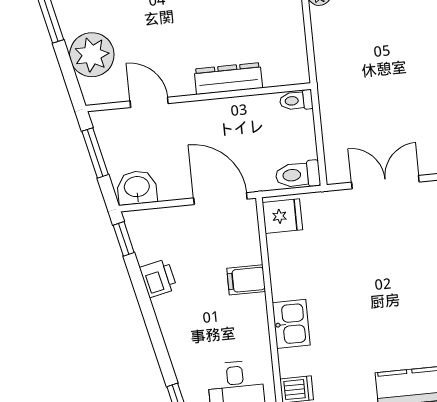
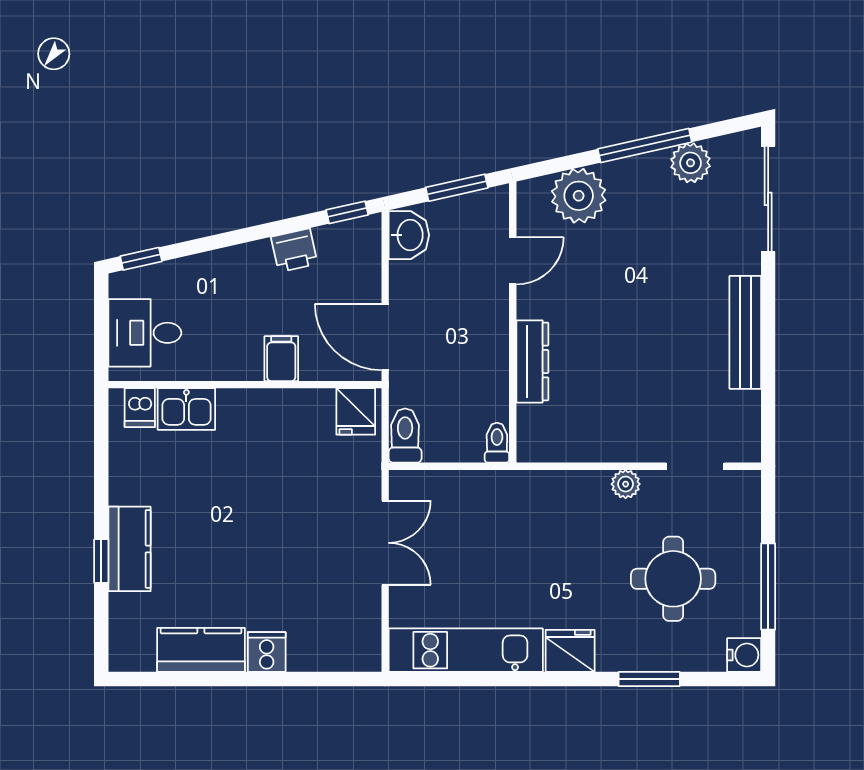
door: (220, 199) -> (385, 337), swing flipped
kitchen sink: (291, 324) -> (186, 409), moved

